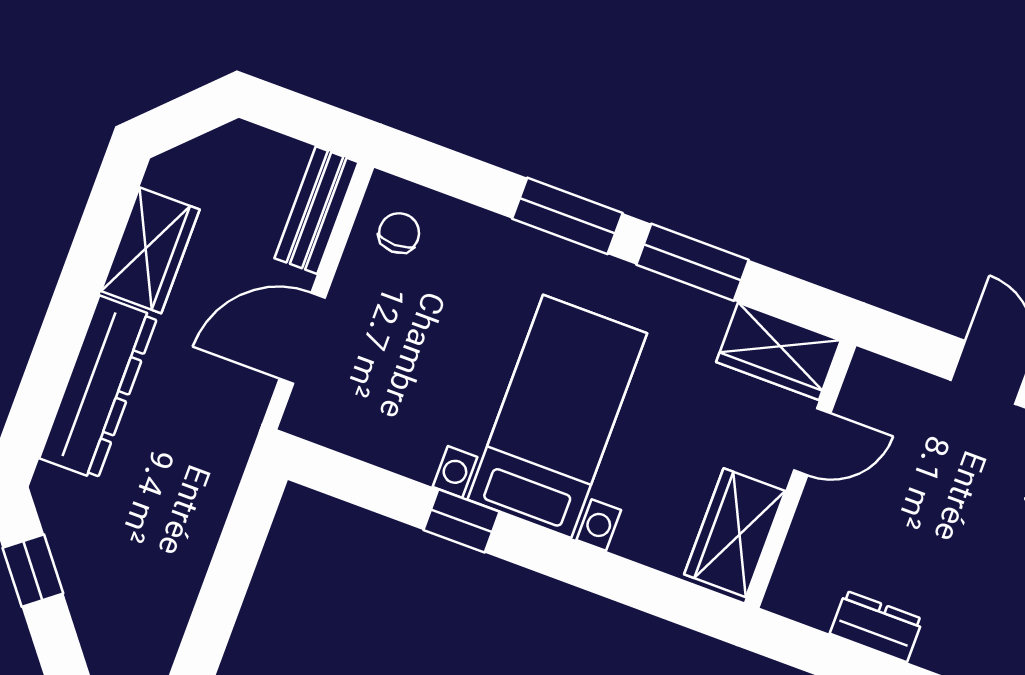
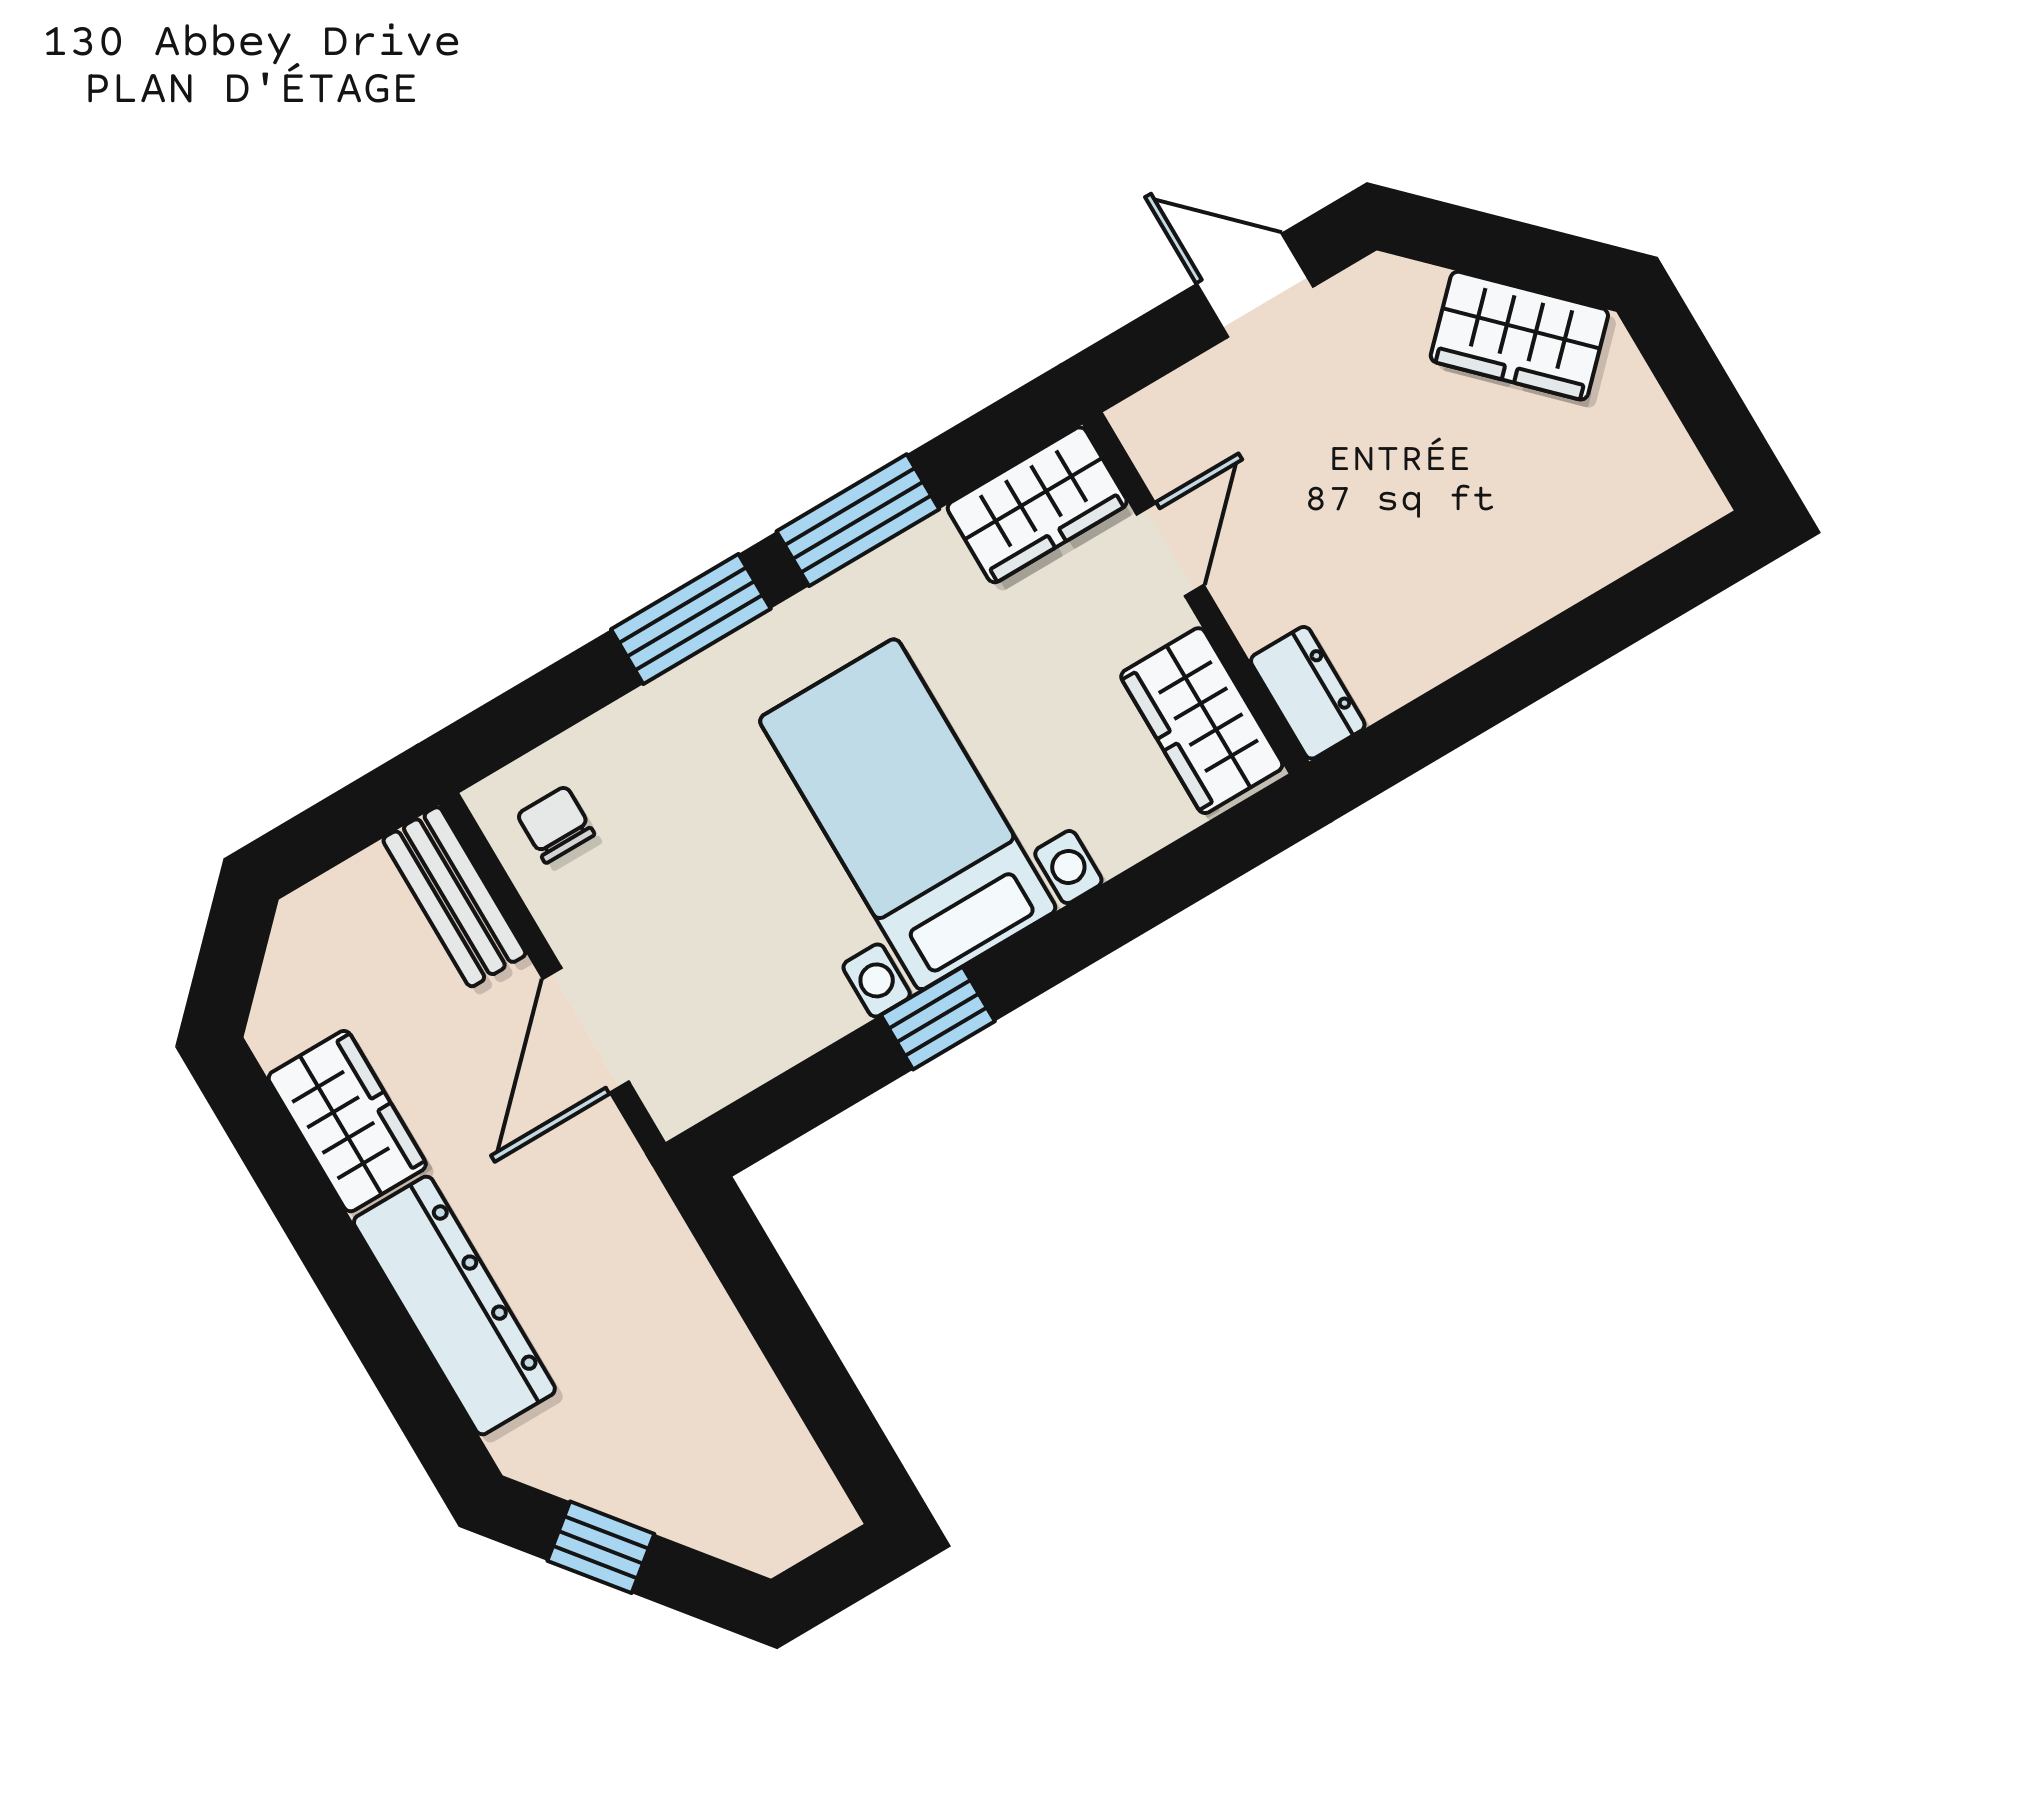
dresser: (876, 626) -> (1308, 693), moved, turned 90

